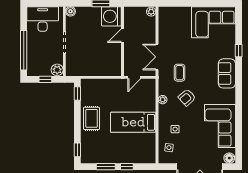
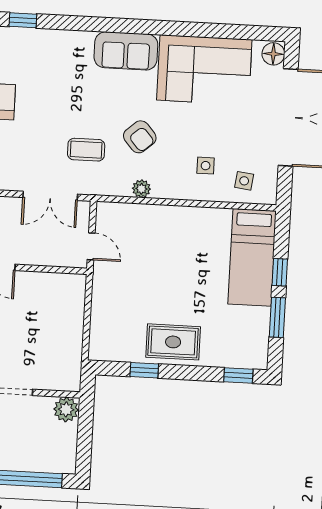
window: (239, 51) -> (23, 20), moved
sofa: (227, 73) -> (126, 51), moved
window: (45, 79) -> (85, 436), removed
window: (77, 94) -> (144, 370), moved
bed: (133, 122) -> (252, 257), moved

